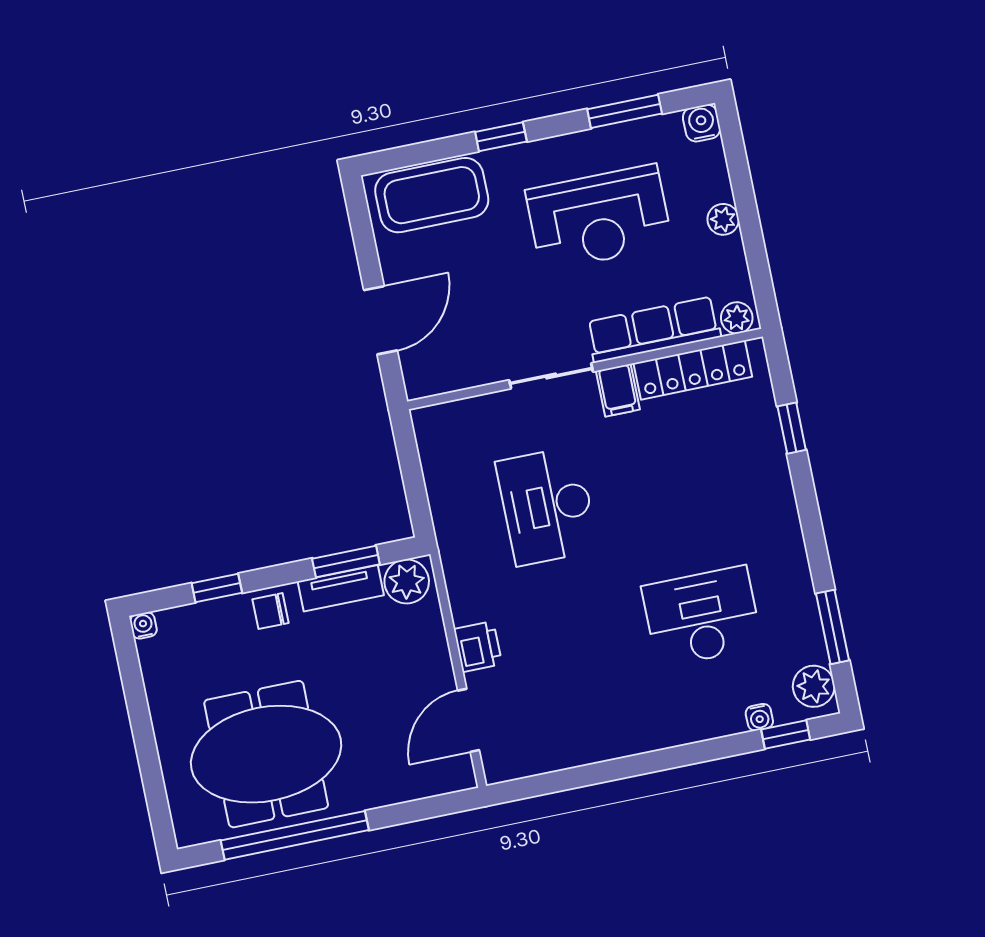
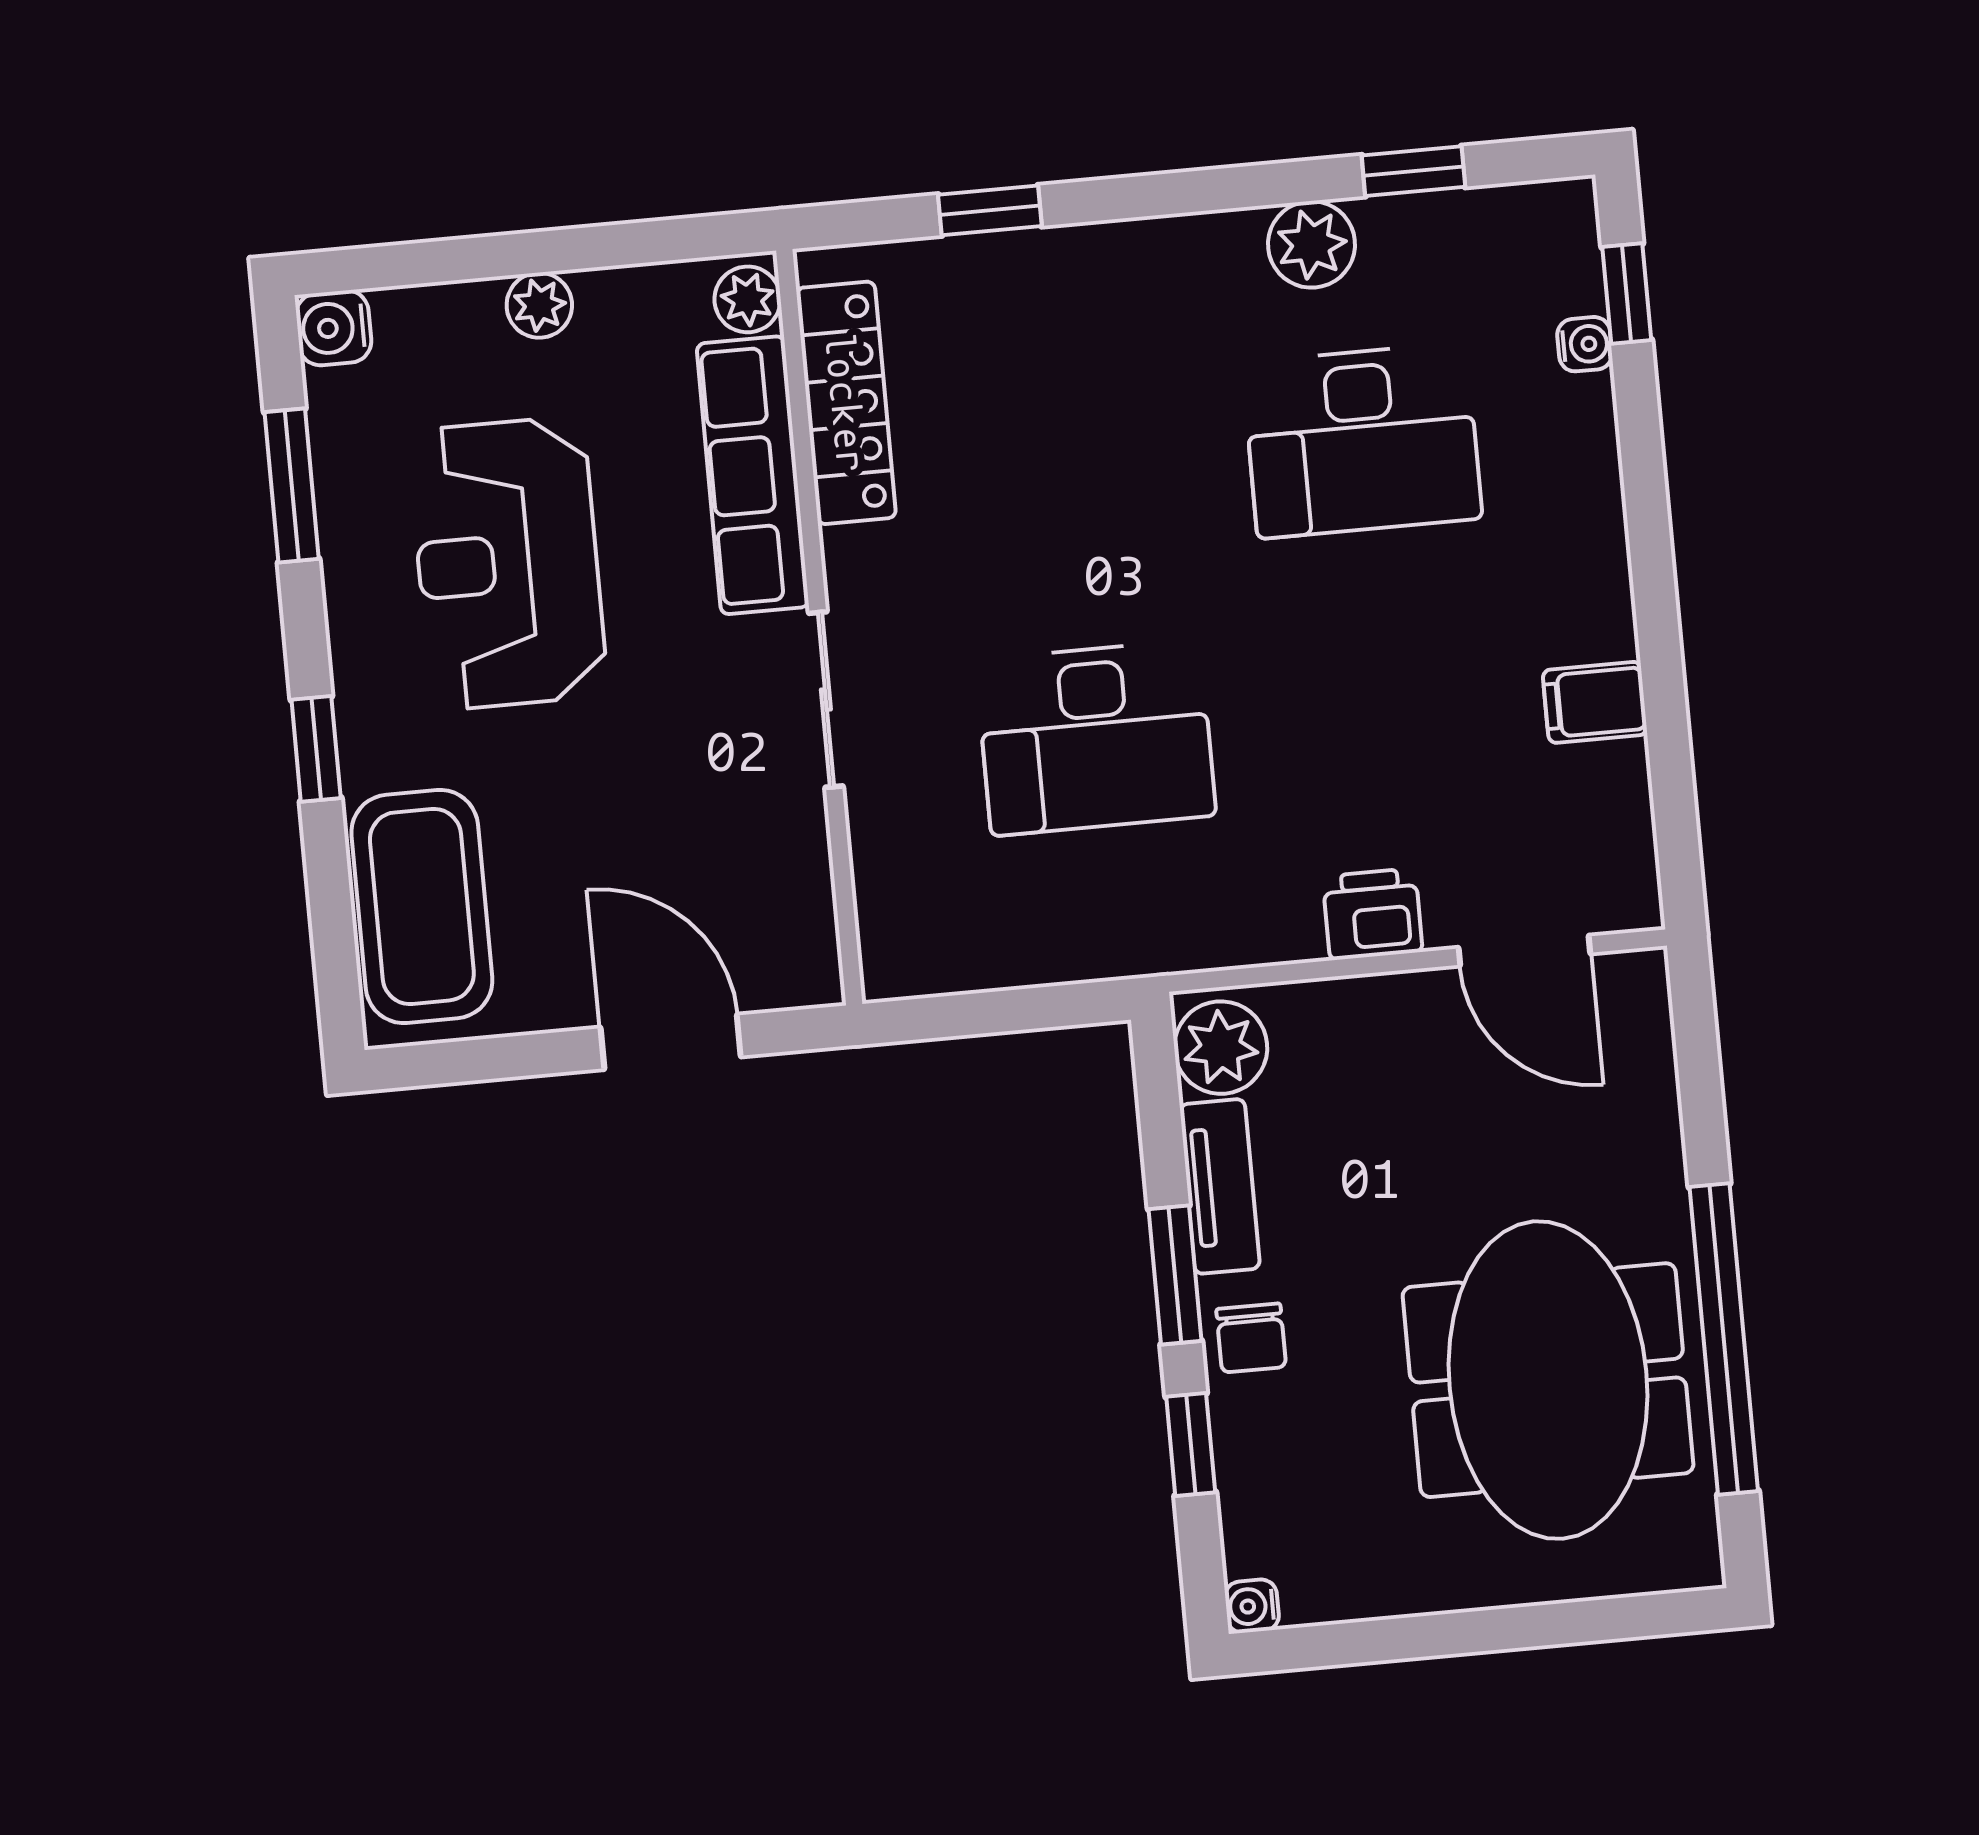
reception desk: (599, 218) -> (508, 563), turned 180
filing cabinet: (618, 390) -> (1595, 702), moved, turned 180
window: (346, 562) -> (1175, 1275), moved
desk: (702, 617) -> (1362, 441), turned -90
window: (832, 627) -> (1413, 171), width x0.67
plant: (814, 686) -> (1312, 244), moved

